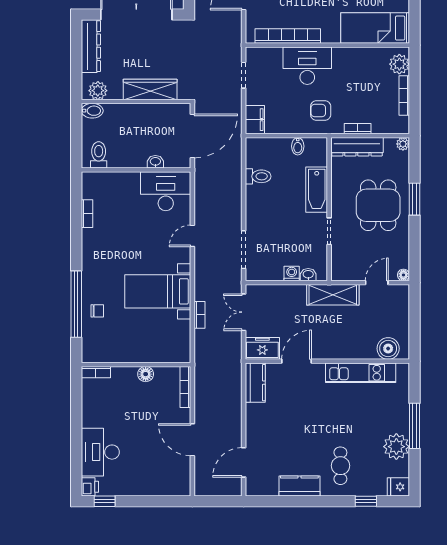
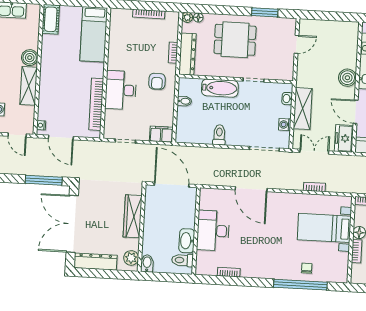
plant: (399, 64) -> (124, 17), removed
washbasin: (155, 162) -> (187, 241), moved, width x1.91, depth x1.45
toilet: (258, 176) -> (219, 135), moved
desk: (166, 191) -> (213, 231), moved
window: (414, 199) -> (265, 12), moved
door: (192, 236) -> (251, 189), width x1.88
washing machine: (292, 273) -> (285, 125), moved
floor lamp: (403, 275) -> (198, 17), moved
door: (377, 283) -> (297, 44), swing flipped
bed with nightstands: (158, 291) -> (324, 228), moved, turned 90
shelving: (333, 295) -> (303, 109), moved
double door: (244, 312) -> (314, 152), swing flipped
boiler: (388, 349) -> (347, 78), moved
bookcase: (96, 372) -> (357, 251), moved

